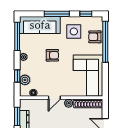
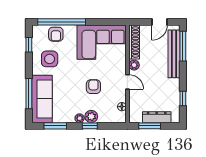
window: (57, 14) -> (29, 94), moved
window: (17, 36) -> (55, 126), width x0.69
armchair: (52, 55) -> (93, 87), moved
window: (17, 76) -> (90, 126), moved
plant: (25, 80) -> (91, 117), moved

